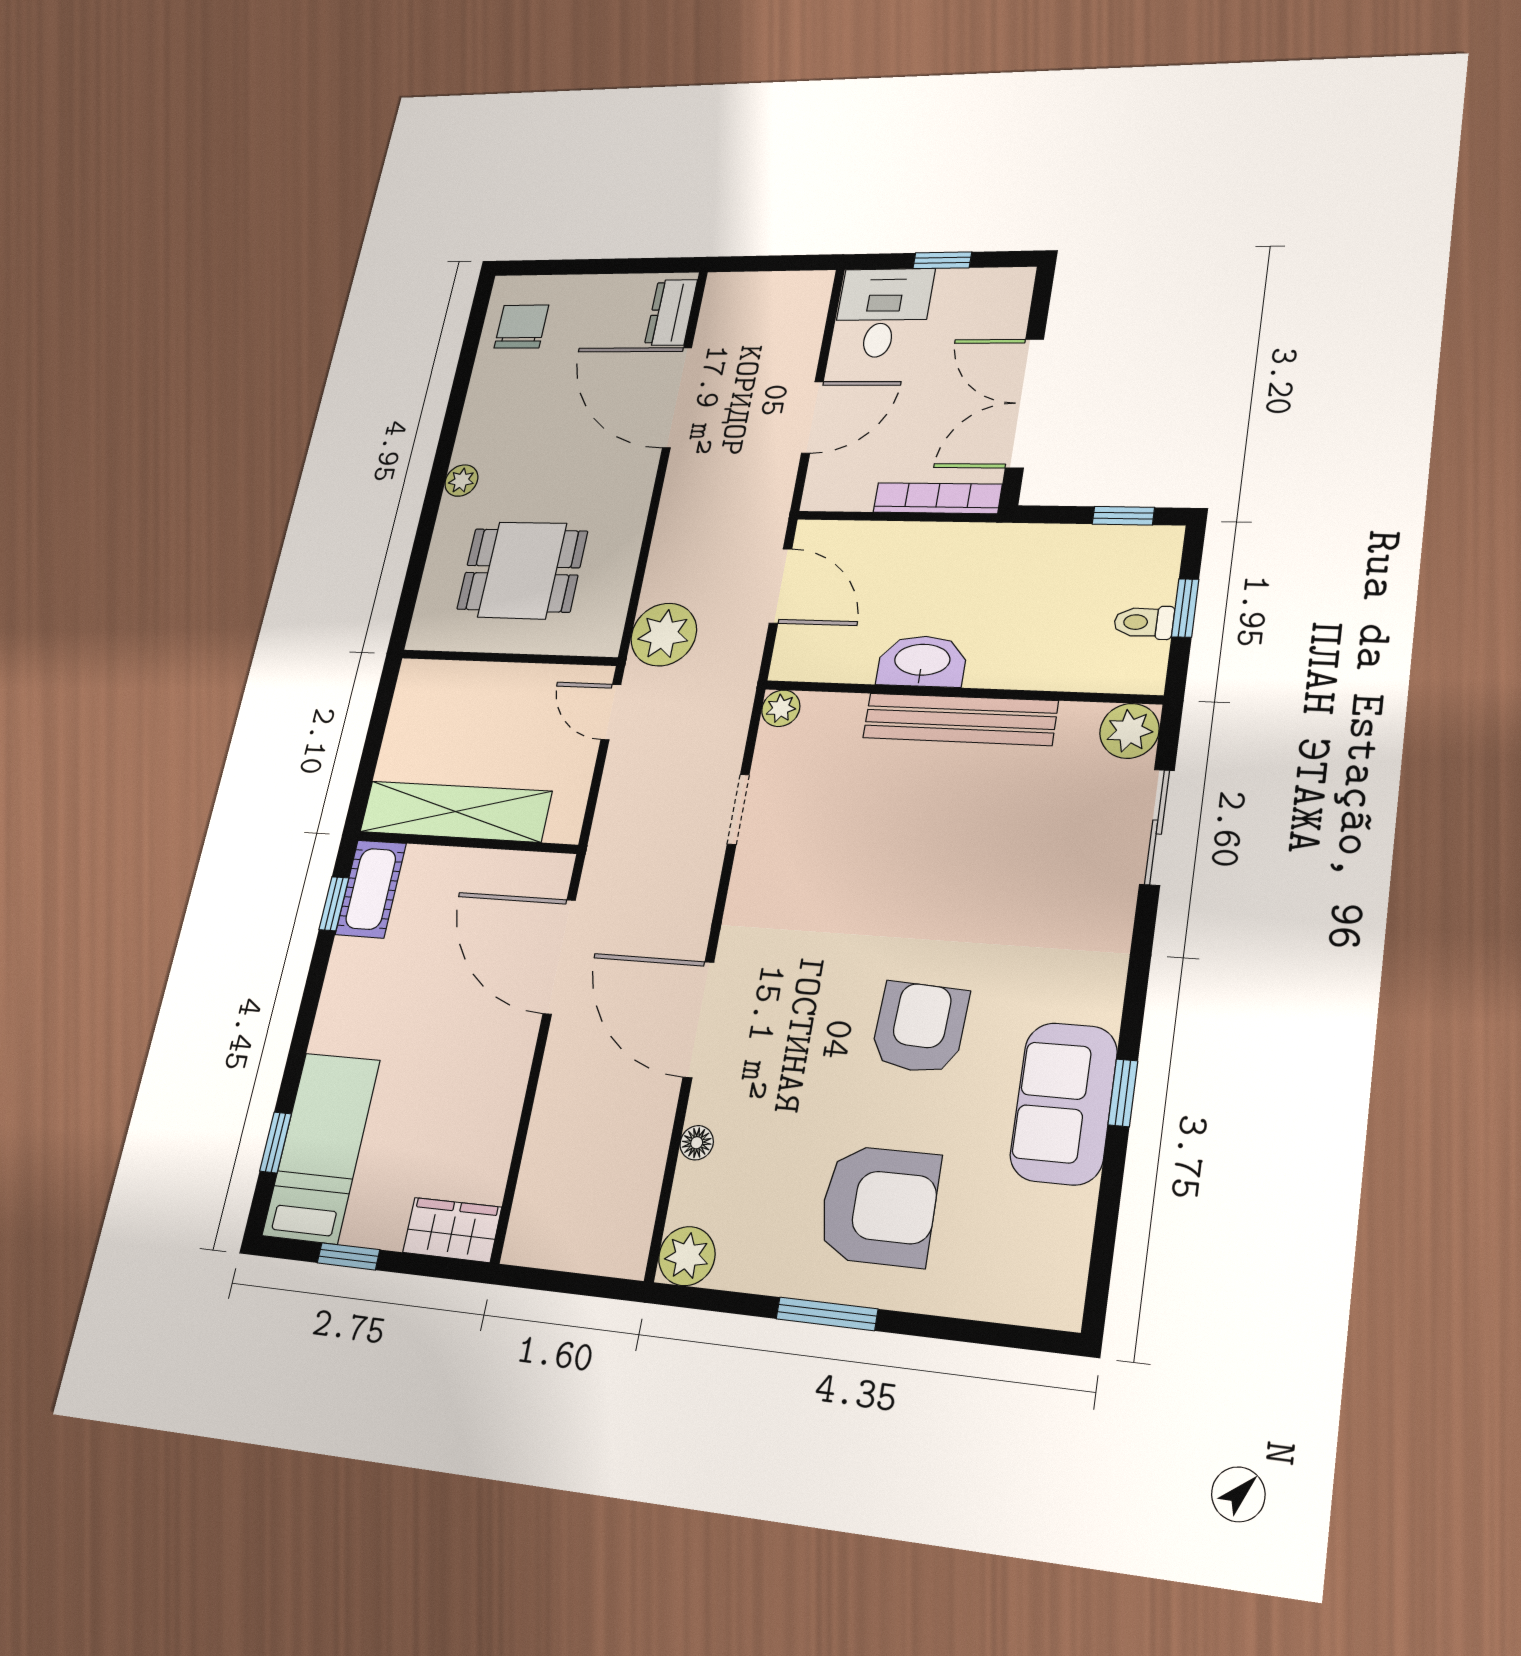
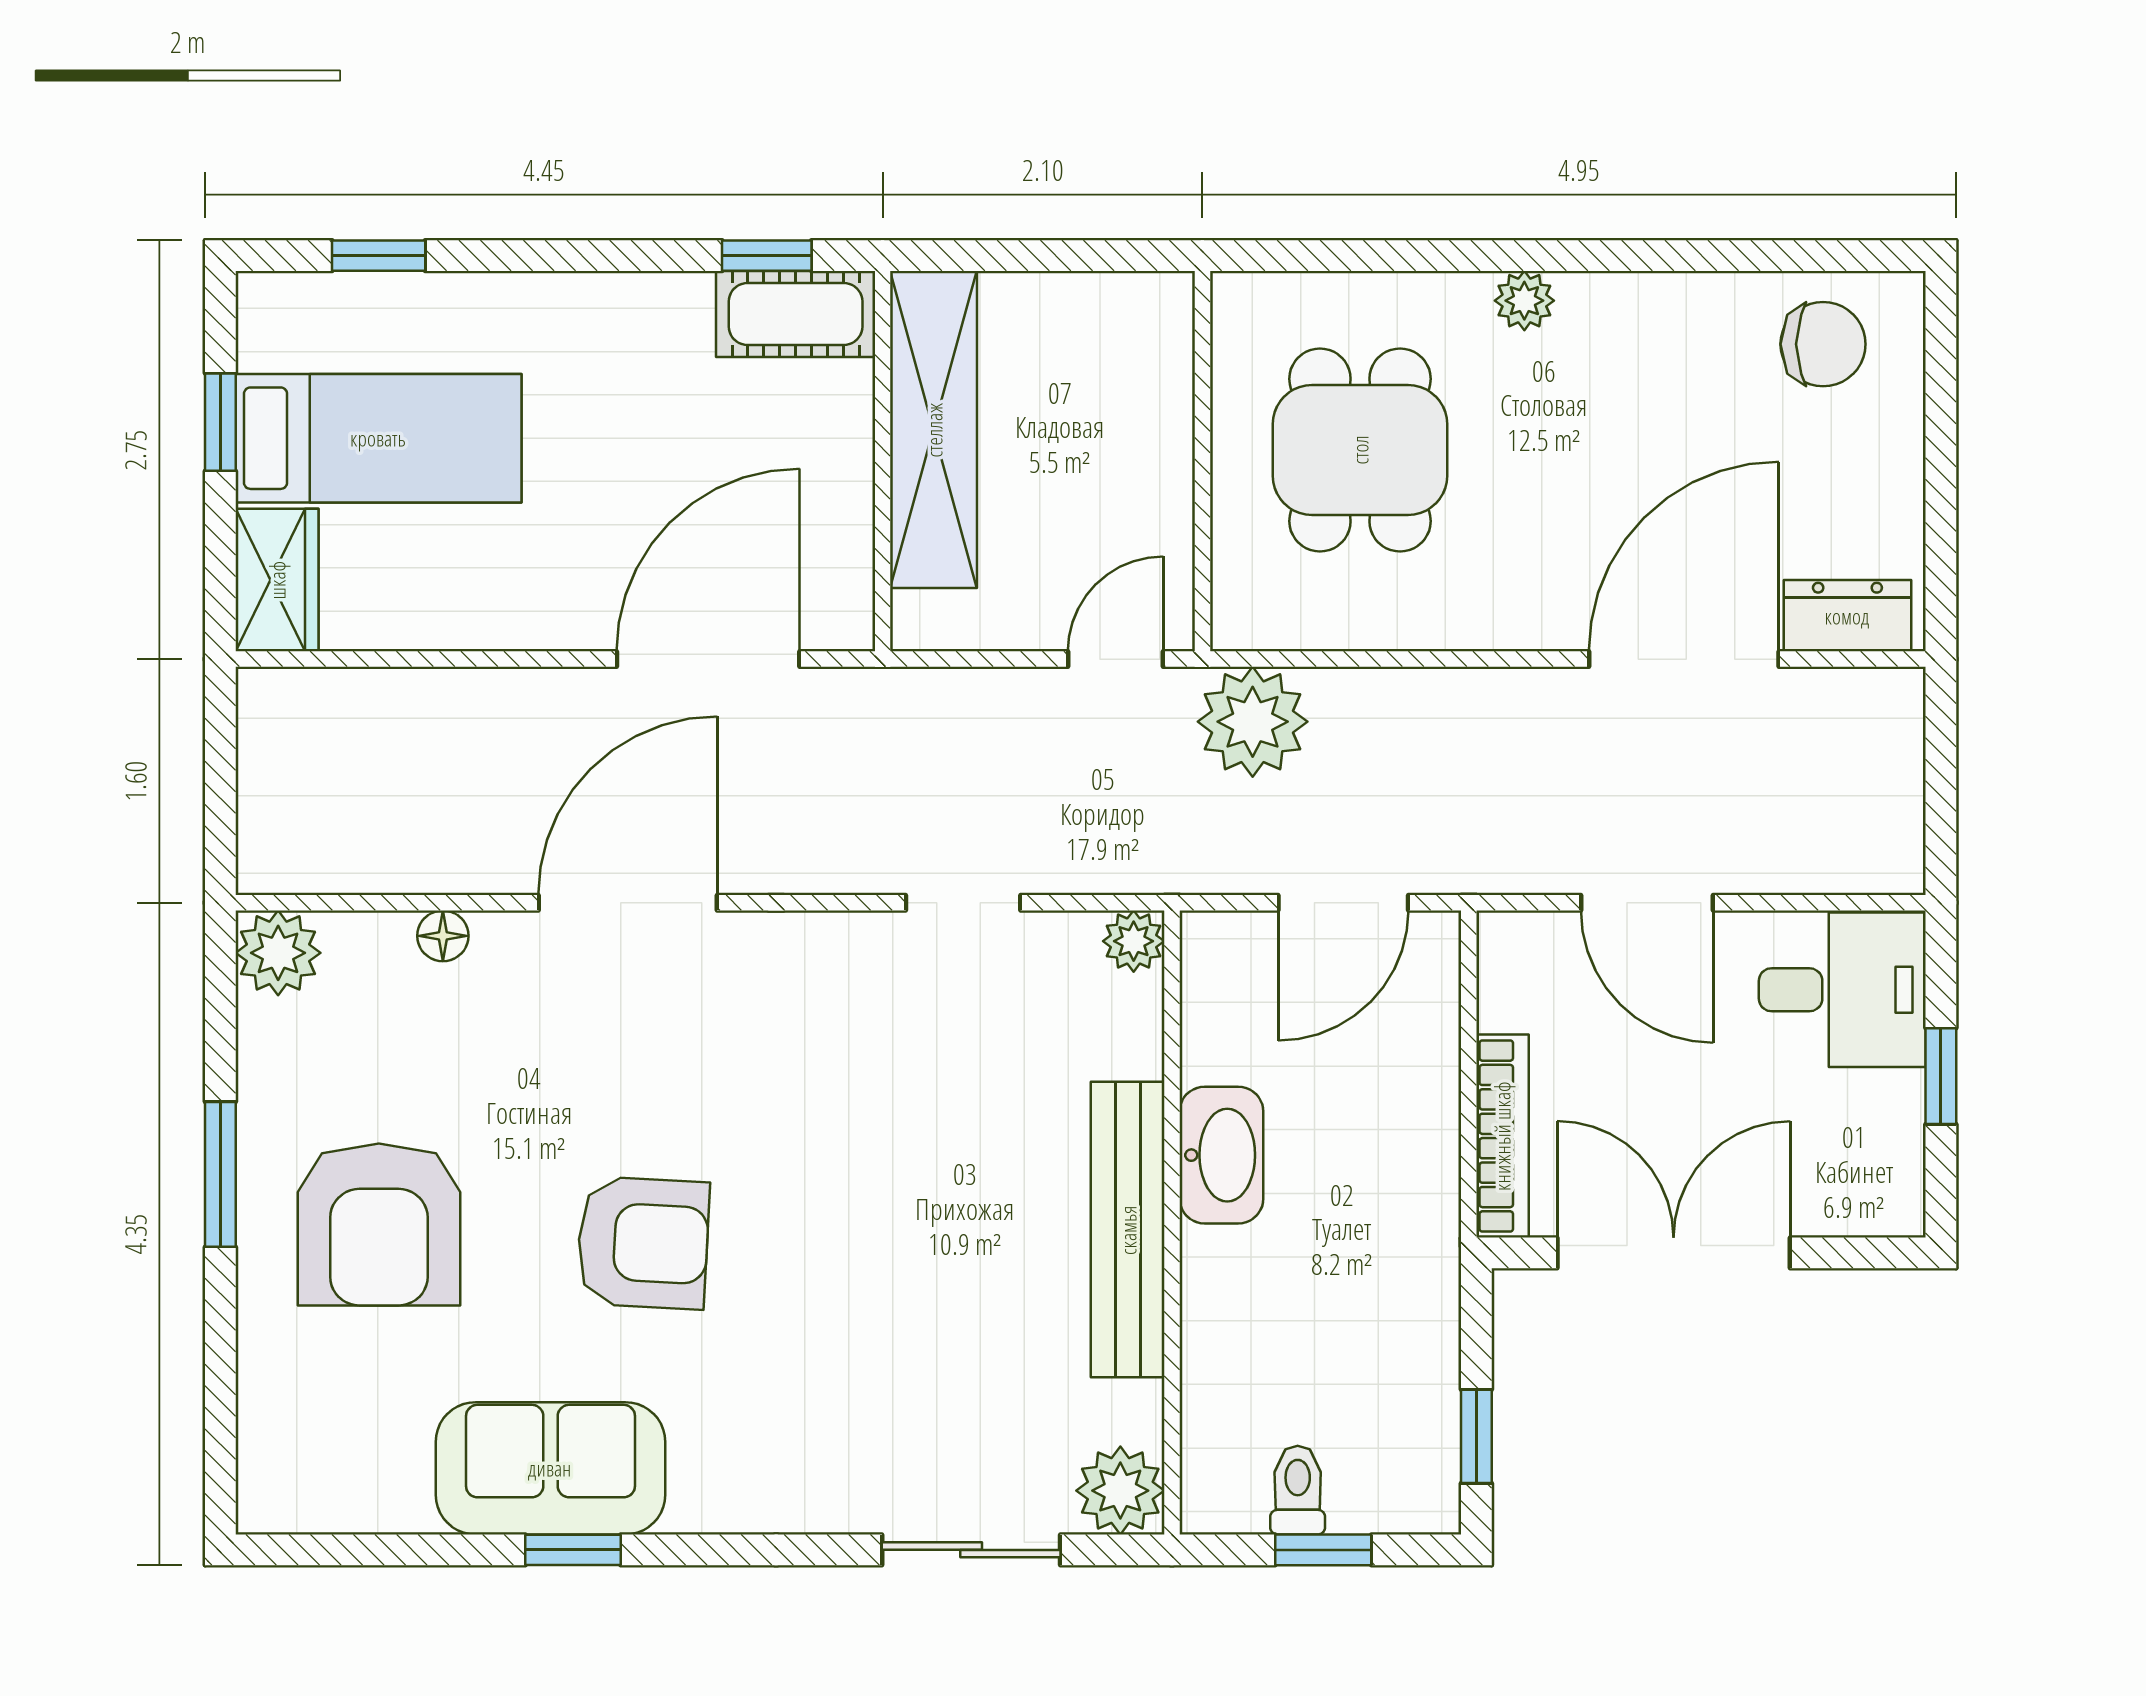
bed: (321, 1147) -> (378, 438), moved

